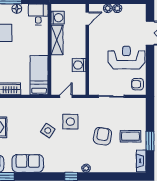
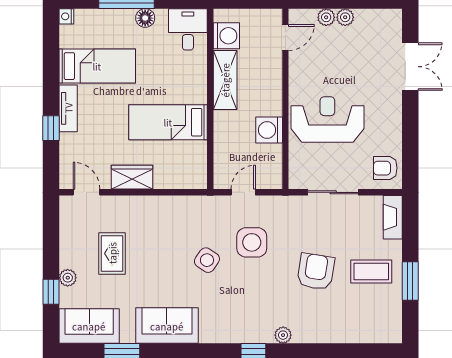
reception desk: (126, 58) -> (327, 119), moved
bed: (39, 75) -> (168, 122), moved, turned -90
fireplace: (141, 161) -> (393, 217), moved

